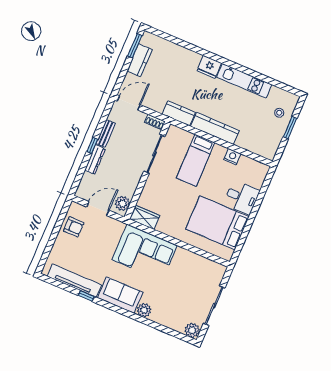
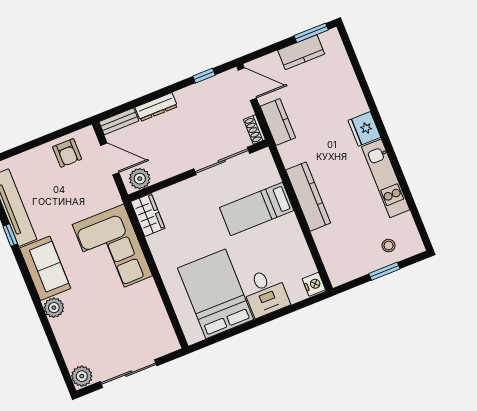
kitchen counter: (179, 113) -> (278, 122), moved
bench: (106, 133) -> (119, 121), moved
window: (92, 145) -> (204, 76), moved
nightstand: (232, 157) -> (314, 284), moved

